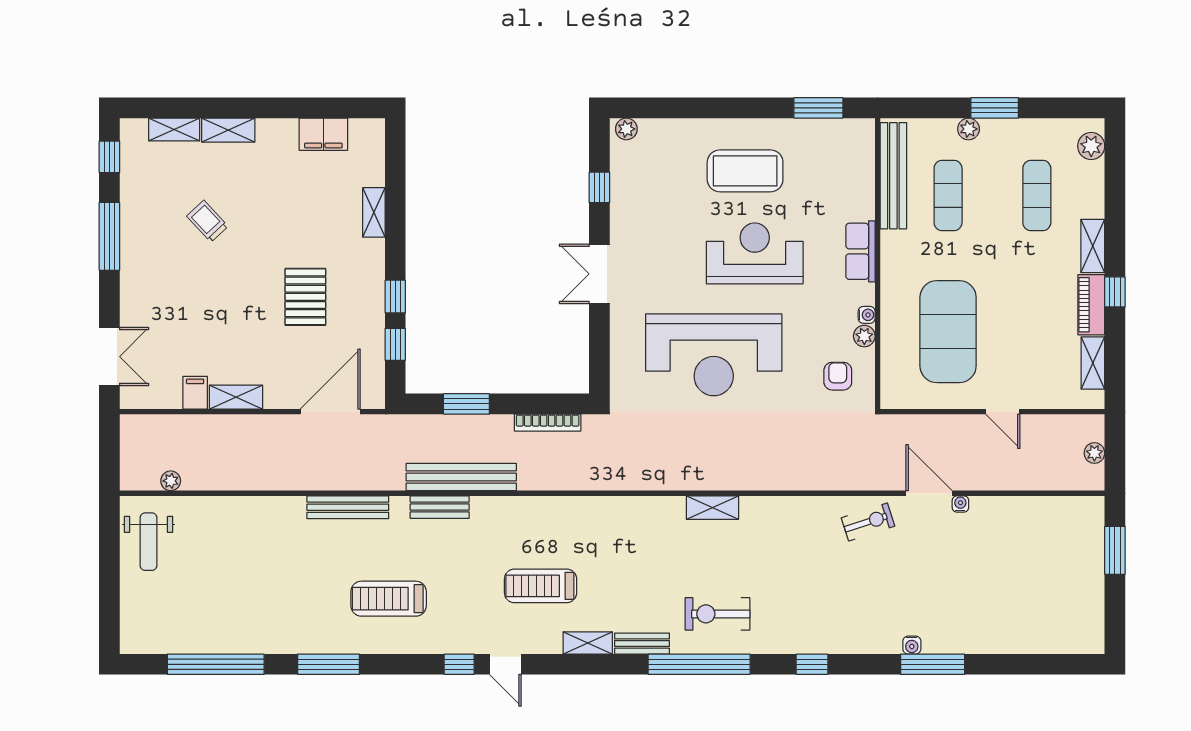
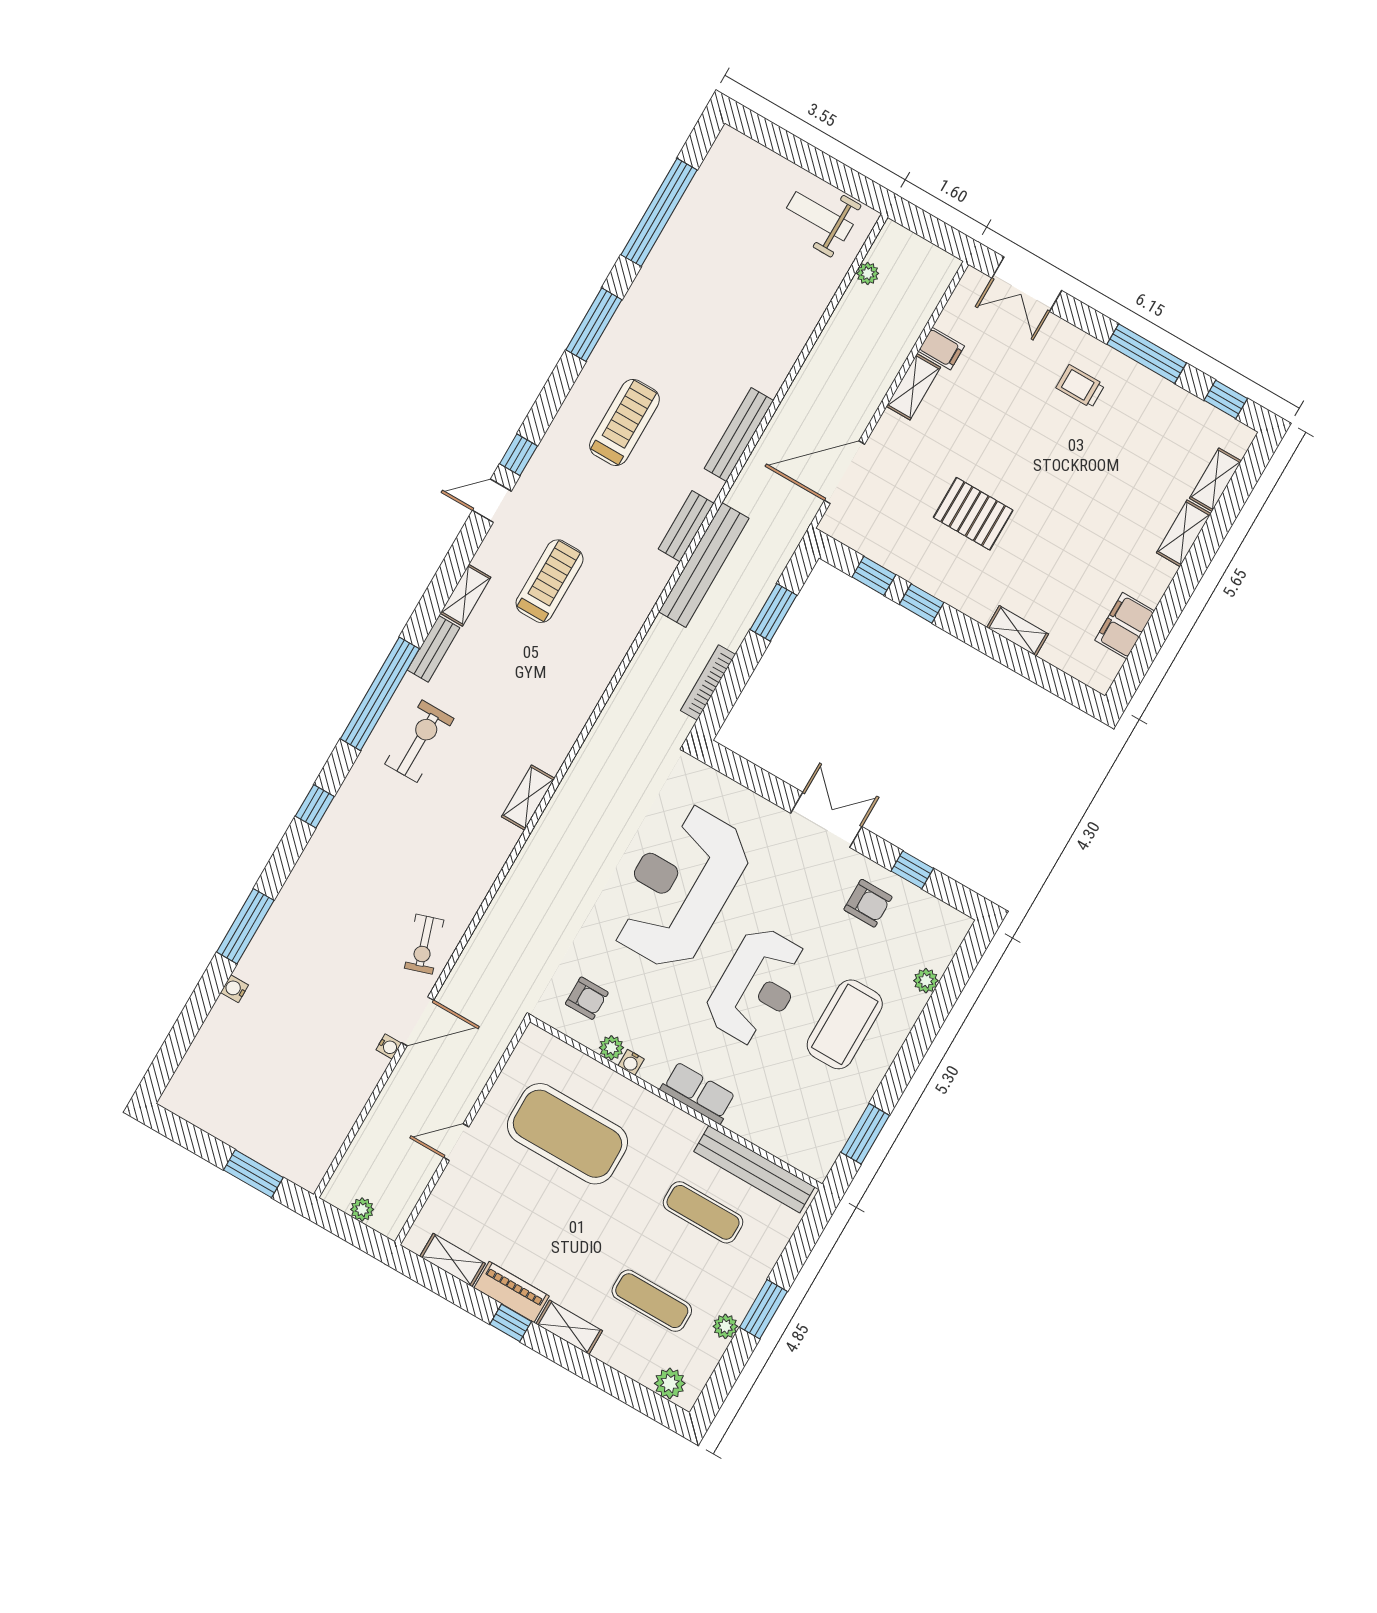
plant: (626, 129) -> (926, 981), moved
plant: (969, 129) -> (725, 1326), moved
armchair: (644, 206) -> (868, 903), added
trolley: (207, 221) -> (1080, 386), moved, turned -137
door: (330, 412) -> (845, 472), swing flipped
water cooler: (912, 645) -> (235, 989), moved

